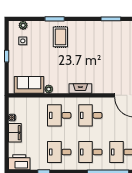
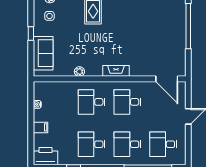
sofa: (29, 85) -> (43, 53), moved, turned 90
filing cabinet: (15, 133) -> (40, 127), width x0.50

